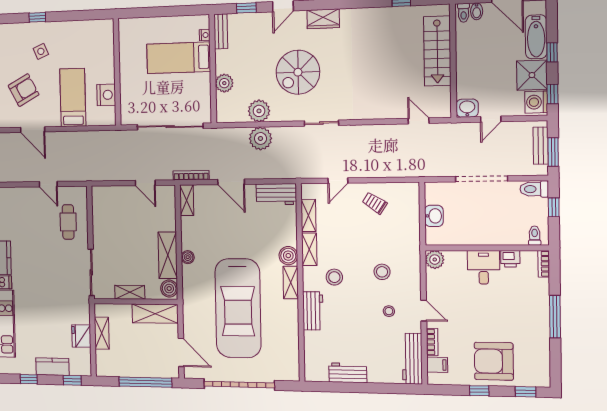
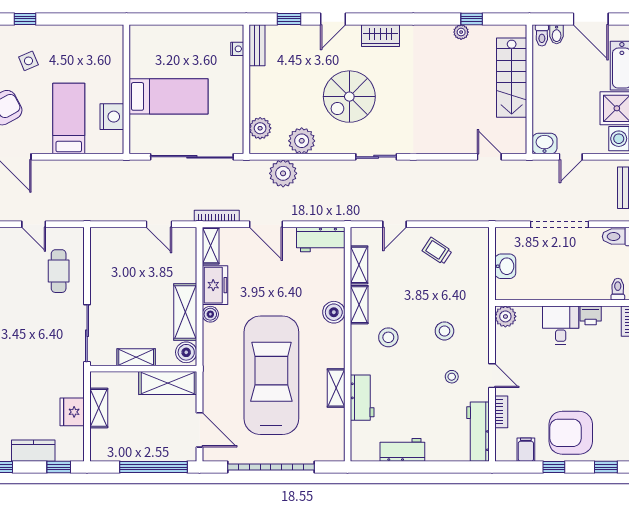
plant: (392, 13) -> (461, 32), added
bed: (179, 58) -> (169, 96), moved, turned 180
plant: (224, 83) -> (260, 128), moved
plant: (260, 138) -> (283, 173), moved
freezer: (191, 233) -> (215, 285), added
shelving: (291, 283) -> (336, 388), moved
car: (238, 308) -> (271, 375), turned 180
workbench: (313, 311) -> (362, 398), moved
filing cabinet: (437, 365) -> (526, 450), moved, turned -90

